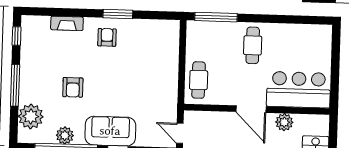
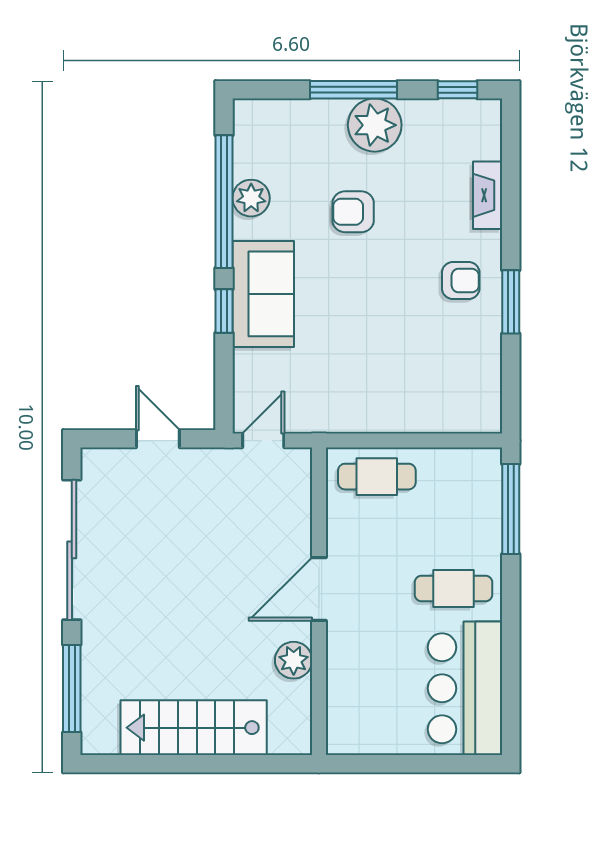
bar counter: (299, 90) -> (465, 688), moved, turned 180
plant: (31, 116) -> (375, 125), moved

